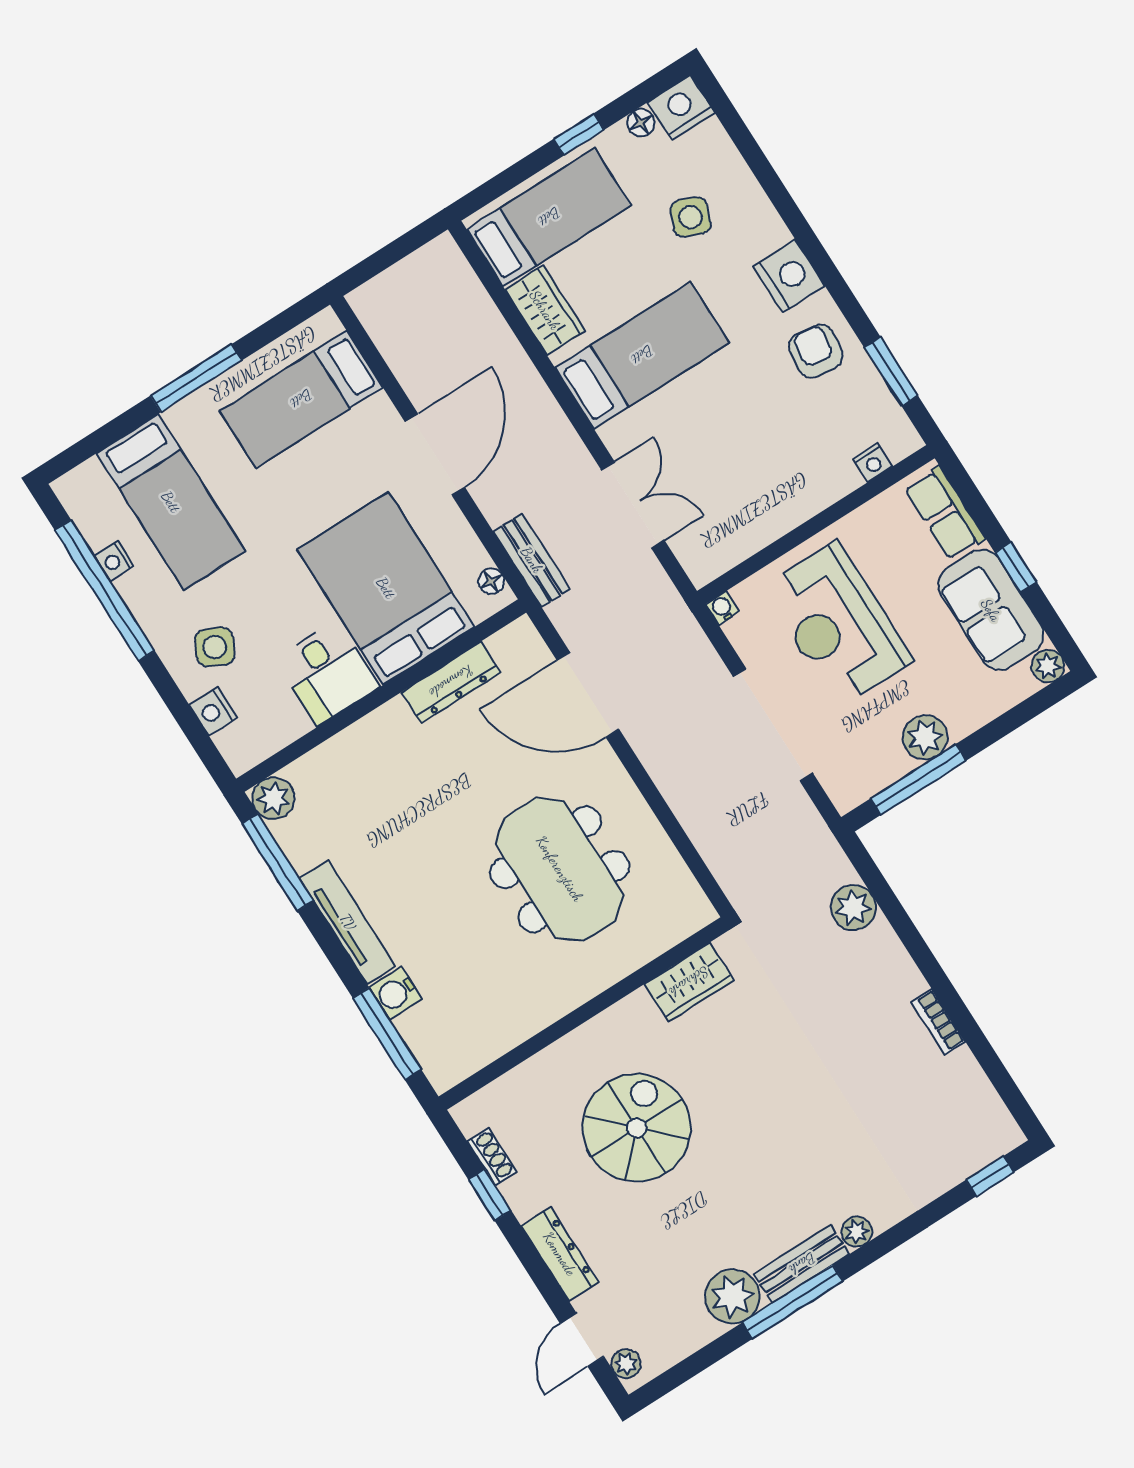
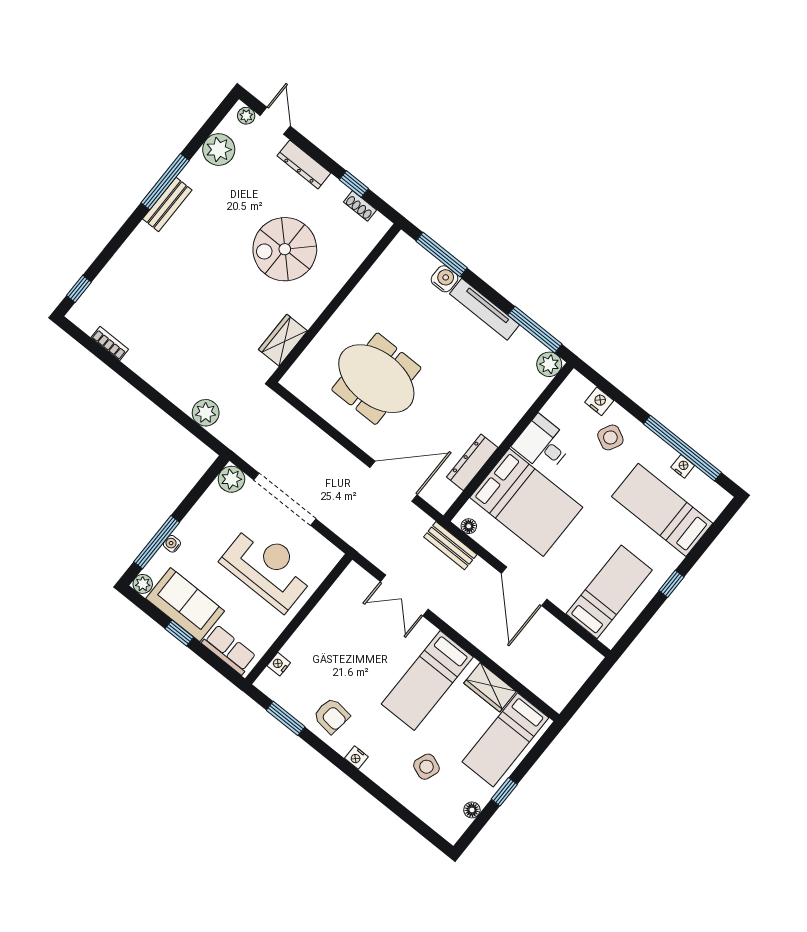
nightstand: (681, 108) -> (452, 826), removed
nightstand: (789, 276) -> (356, 758), width x0.53, depth x0.56
window: (196, 378) -> (671, 584), width x0.46
water cooler: (722, 608) -> (172, 544), moved, turned 180
plant: (925, 737) -> (231, 479), moved
window: (918, 779) -> (157, 542), moved
bookcase: (938, 1022) -> (110, 343), moved
spiral stairs: (637, 1128) -> (285, 249), turned 90
plant: (857, 1232) -> (143, 233), removed
plant: (732, 1297) -> (219, 150), moved

